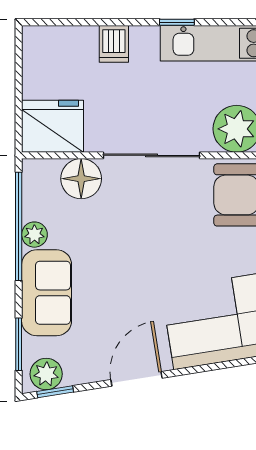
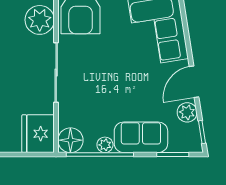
floor lamp: (81, 179) -> (70, 140), moved
plant: (46, 374) -> (187, 112), moved
door: (137, 379) -> (194, 82), hinge flipped

